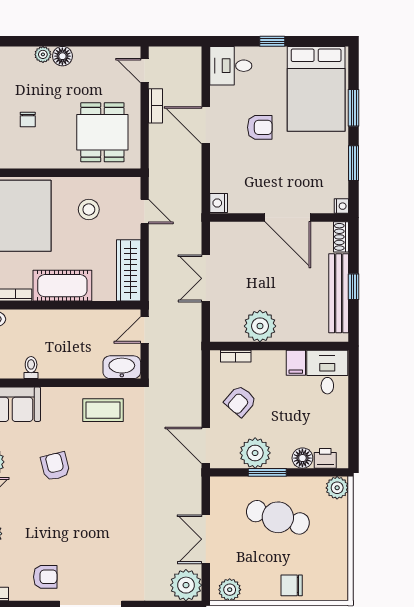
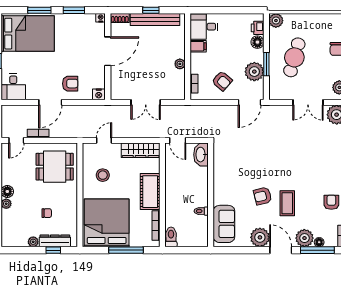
armchair: (260, 127) -> (70, 84), moved, turned 90
plant: (260, 326) -> (180, 64), width x0.53, depth x0.53
coffee table: (103, 410) -> (287, 203), moved

